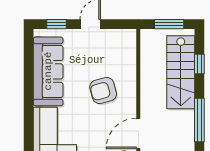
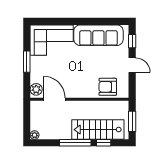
armchair: (103, 91) -> (108, 87), moved, turned -75
window: (199, 120) -> (75, 143), moved

